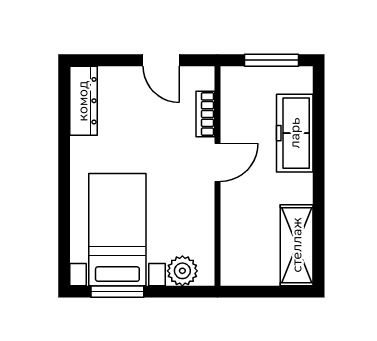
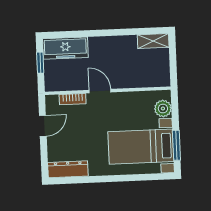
window: (271, 60) -> (40, 63), width x0.67
freezer: (295, 133) -> (65, 48), moved
shelving: (297, 245) -> (153, 41), width x0.67, depth x0.75

